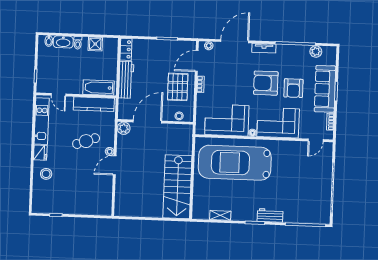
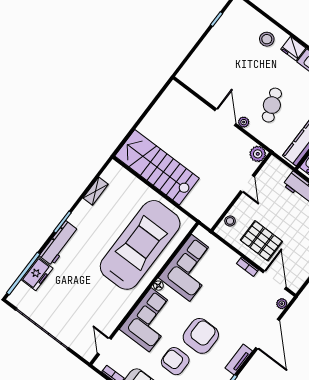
door: (147, 122) -> (247, 184), width x0.53
workbench: (270, 215) -> (59, 243), width x1.38
freezer: (300, 216) -> (37, 274), added

